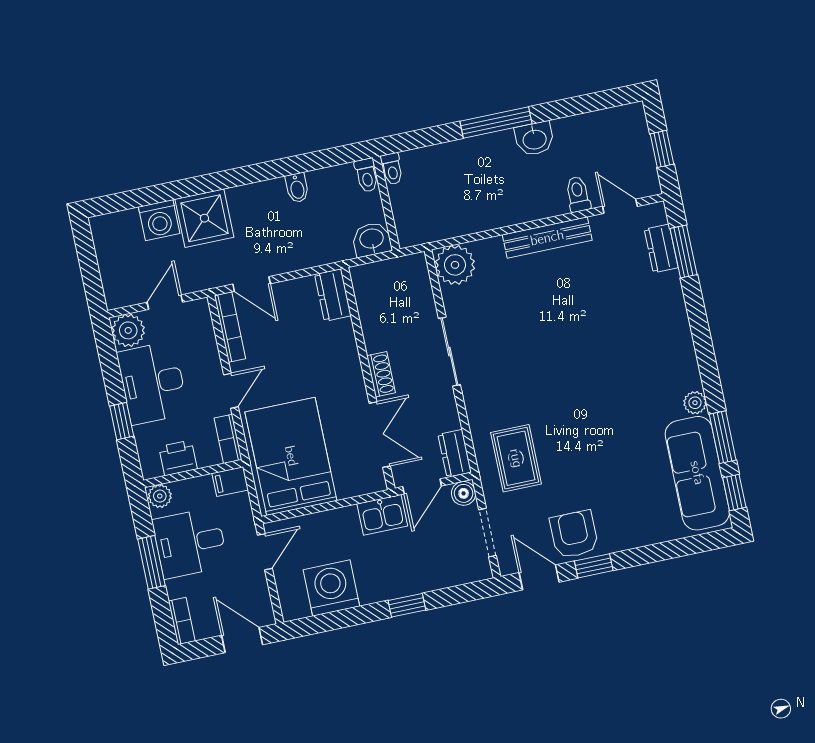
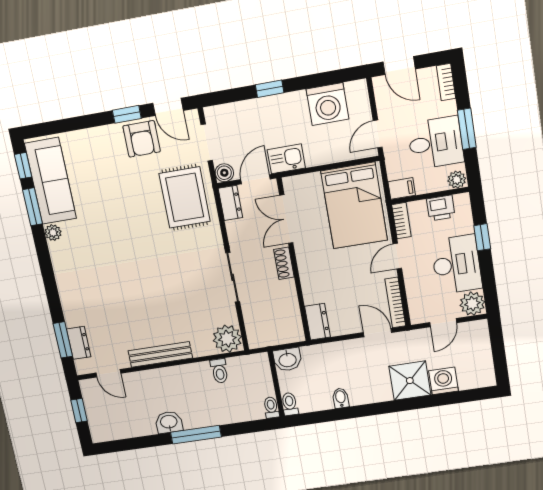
toilet: (578, 194) -> (219, 371), moved
rug: (516, 458) -> (185, 197), width x1.36, depth x1.43

